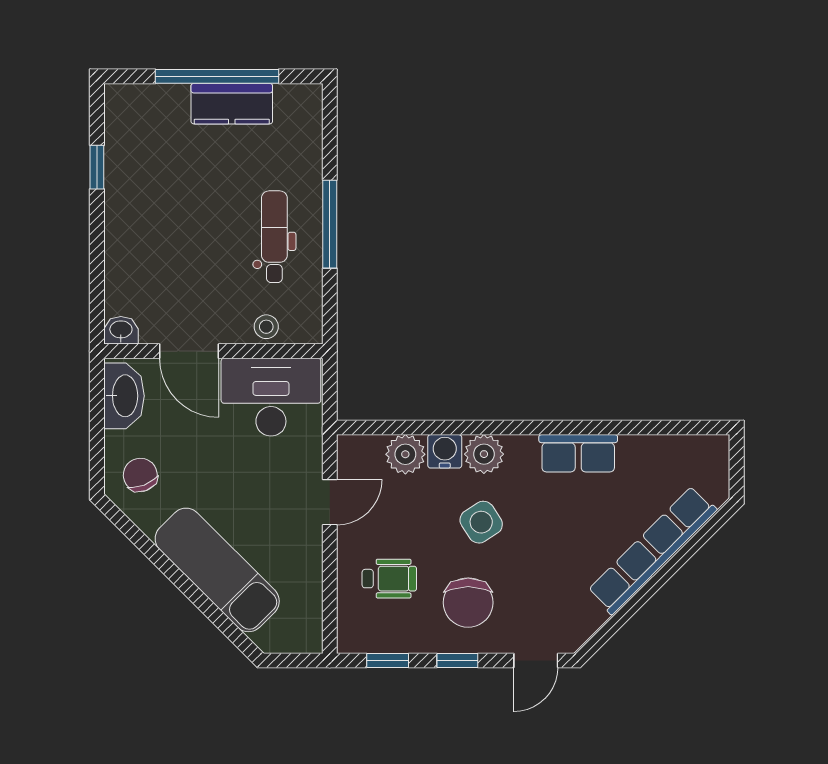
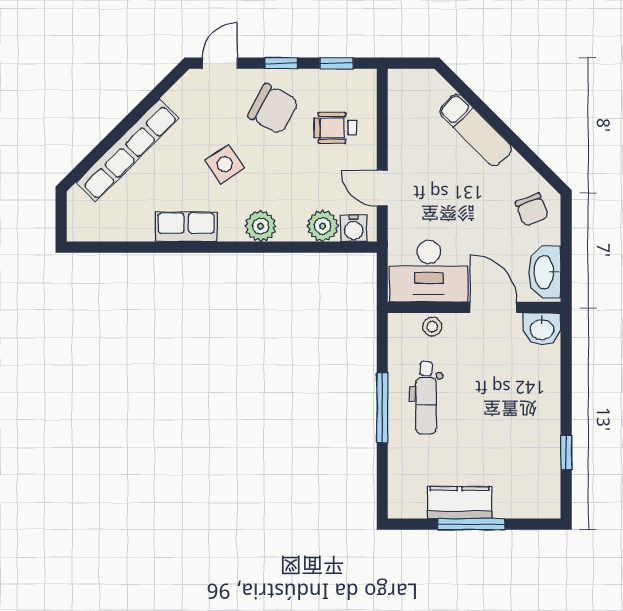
window: (217, 76) -> (471, 524), width x0.68
washbasin: (121, 330) -> (542, 329), width x1.38, depth x1.45
water cooler: (445, 451) -> (354, 228), moved
door: (330, 502) -> (382, 188), hinge flipped
side table: (481, 522) -> (225, 164), moved
exam couch: (217, 570) -> (476, 130), width x0.73, depth x0.69
chair: (468, 603) -> (273, 109), turned 119

